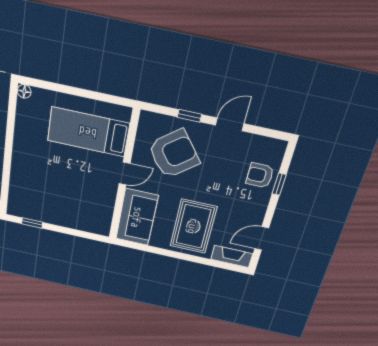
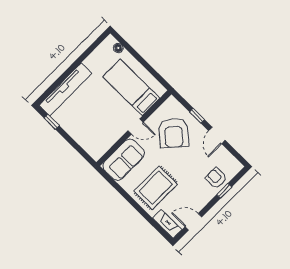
floor lamp: (24, 91) -> (118, 48), moved
door: (230, 124) -> (217, 135), swing flipped
armchair: (174, 154) -> (174, 133), turned 79
tv unit: (19, 180) -> (65, 89), added

